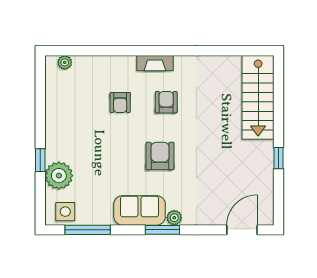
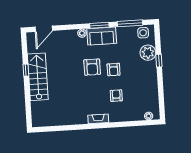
stairs: (258, 97) -> (38, 77), moved
armchair: (166, 102) -> (114, 70), moved
window: (162, 230) -> (99, 25), moved

